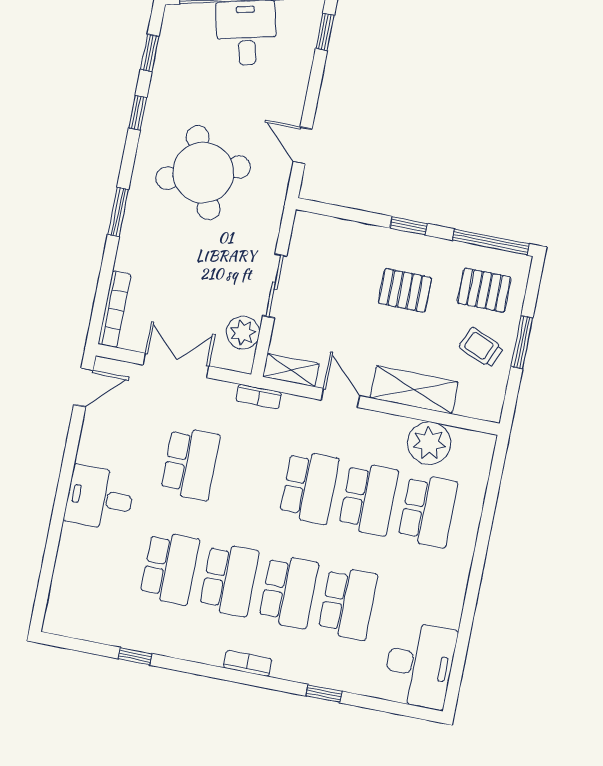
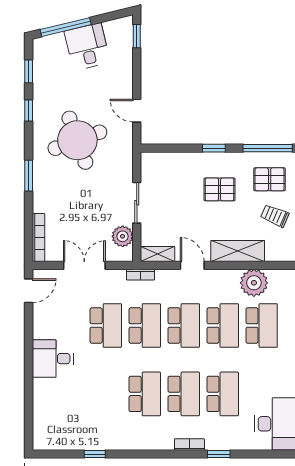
school desk: (170, 568) -> (145, 325), moved
bookcase: (248, 663) -> (189, 444), moved

